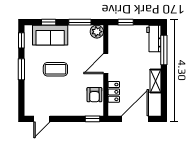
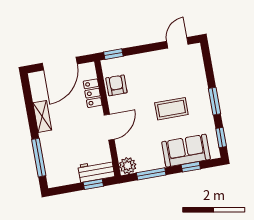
workbench: (154, 38) -> (96, 171), moved, turned -90

